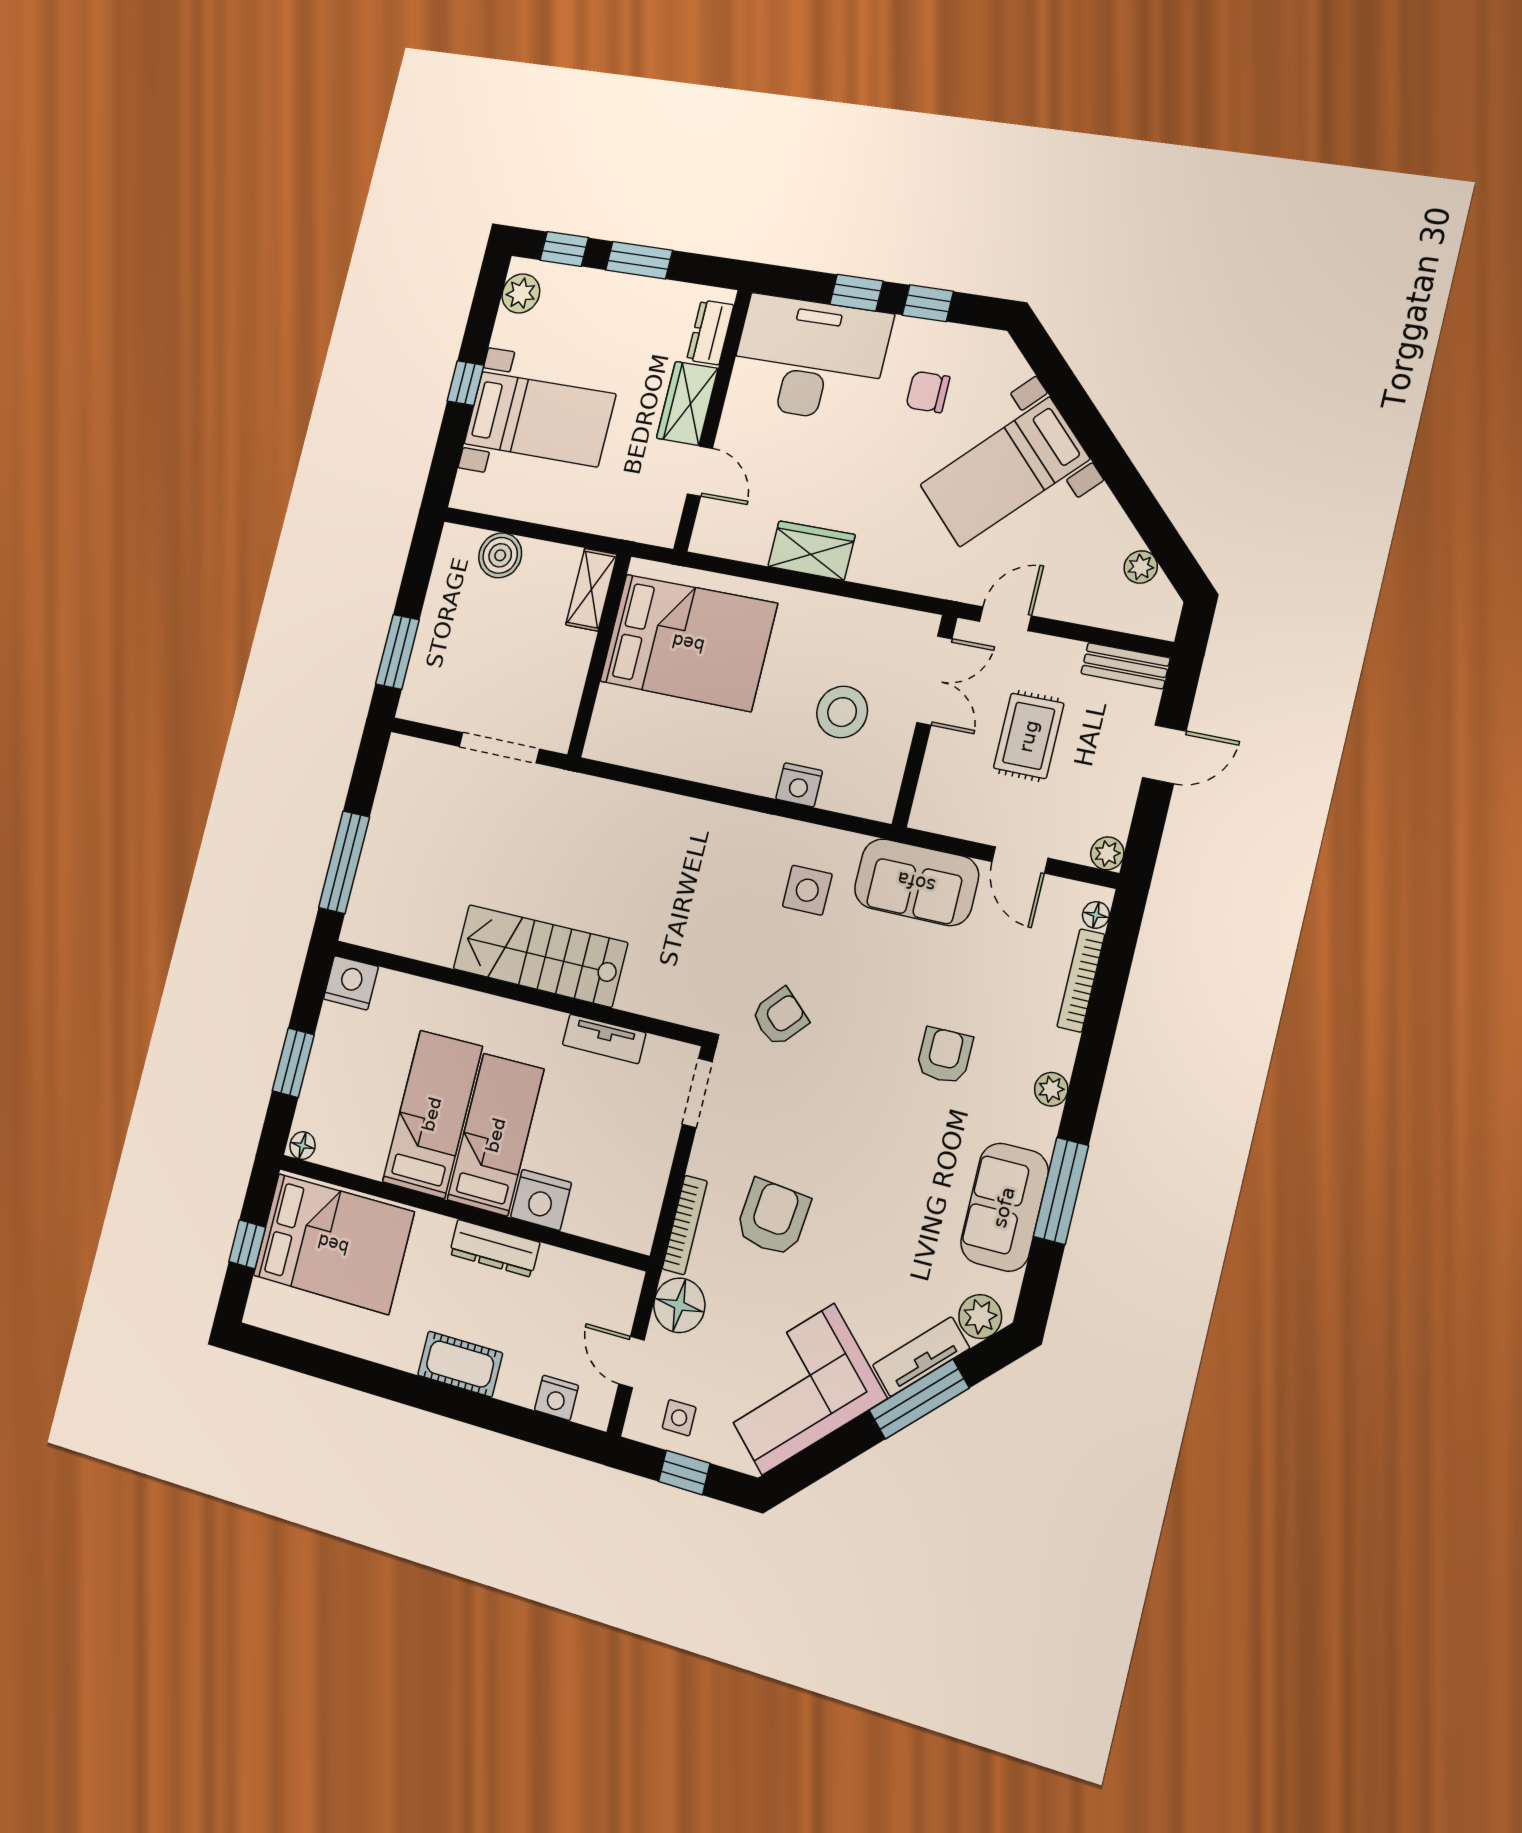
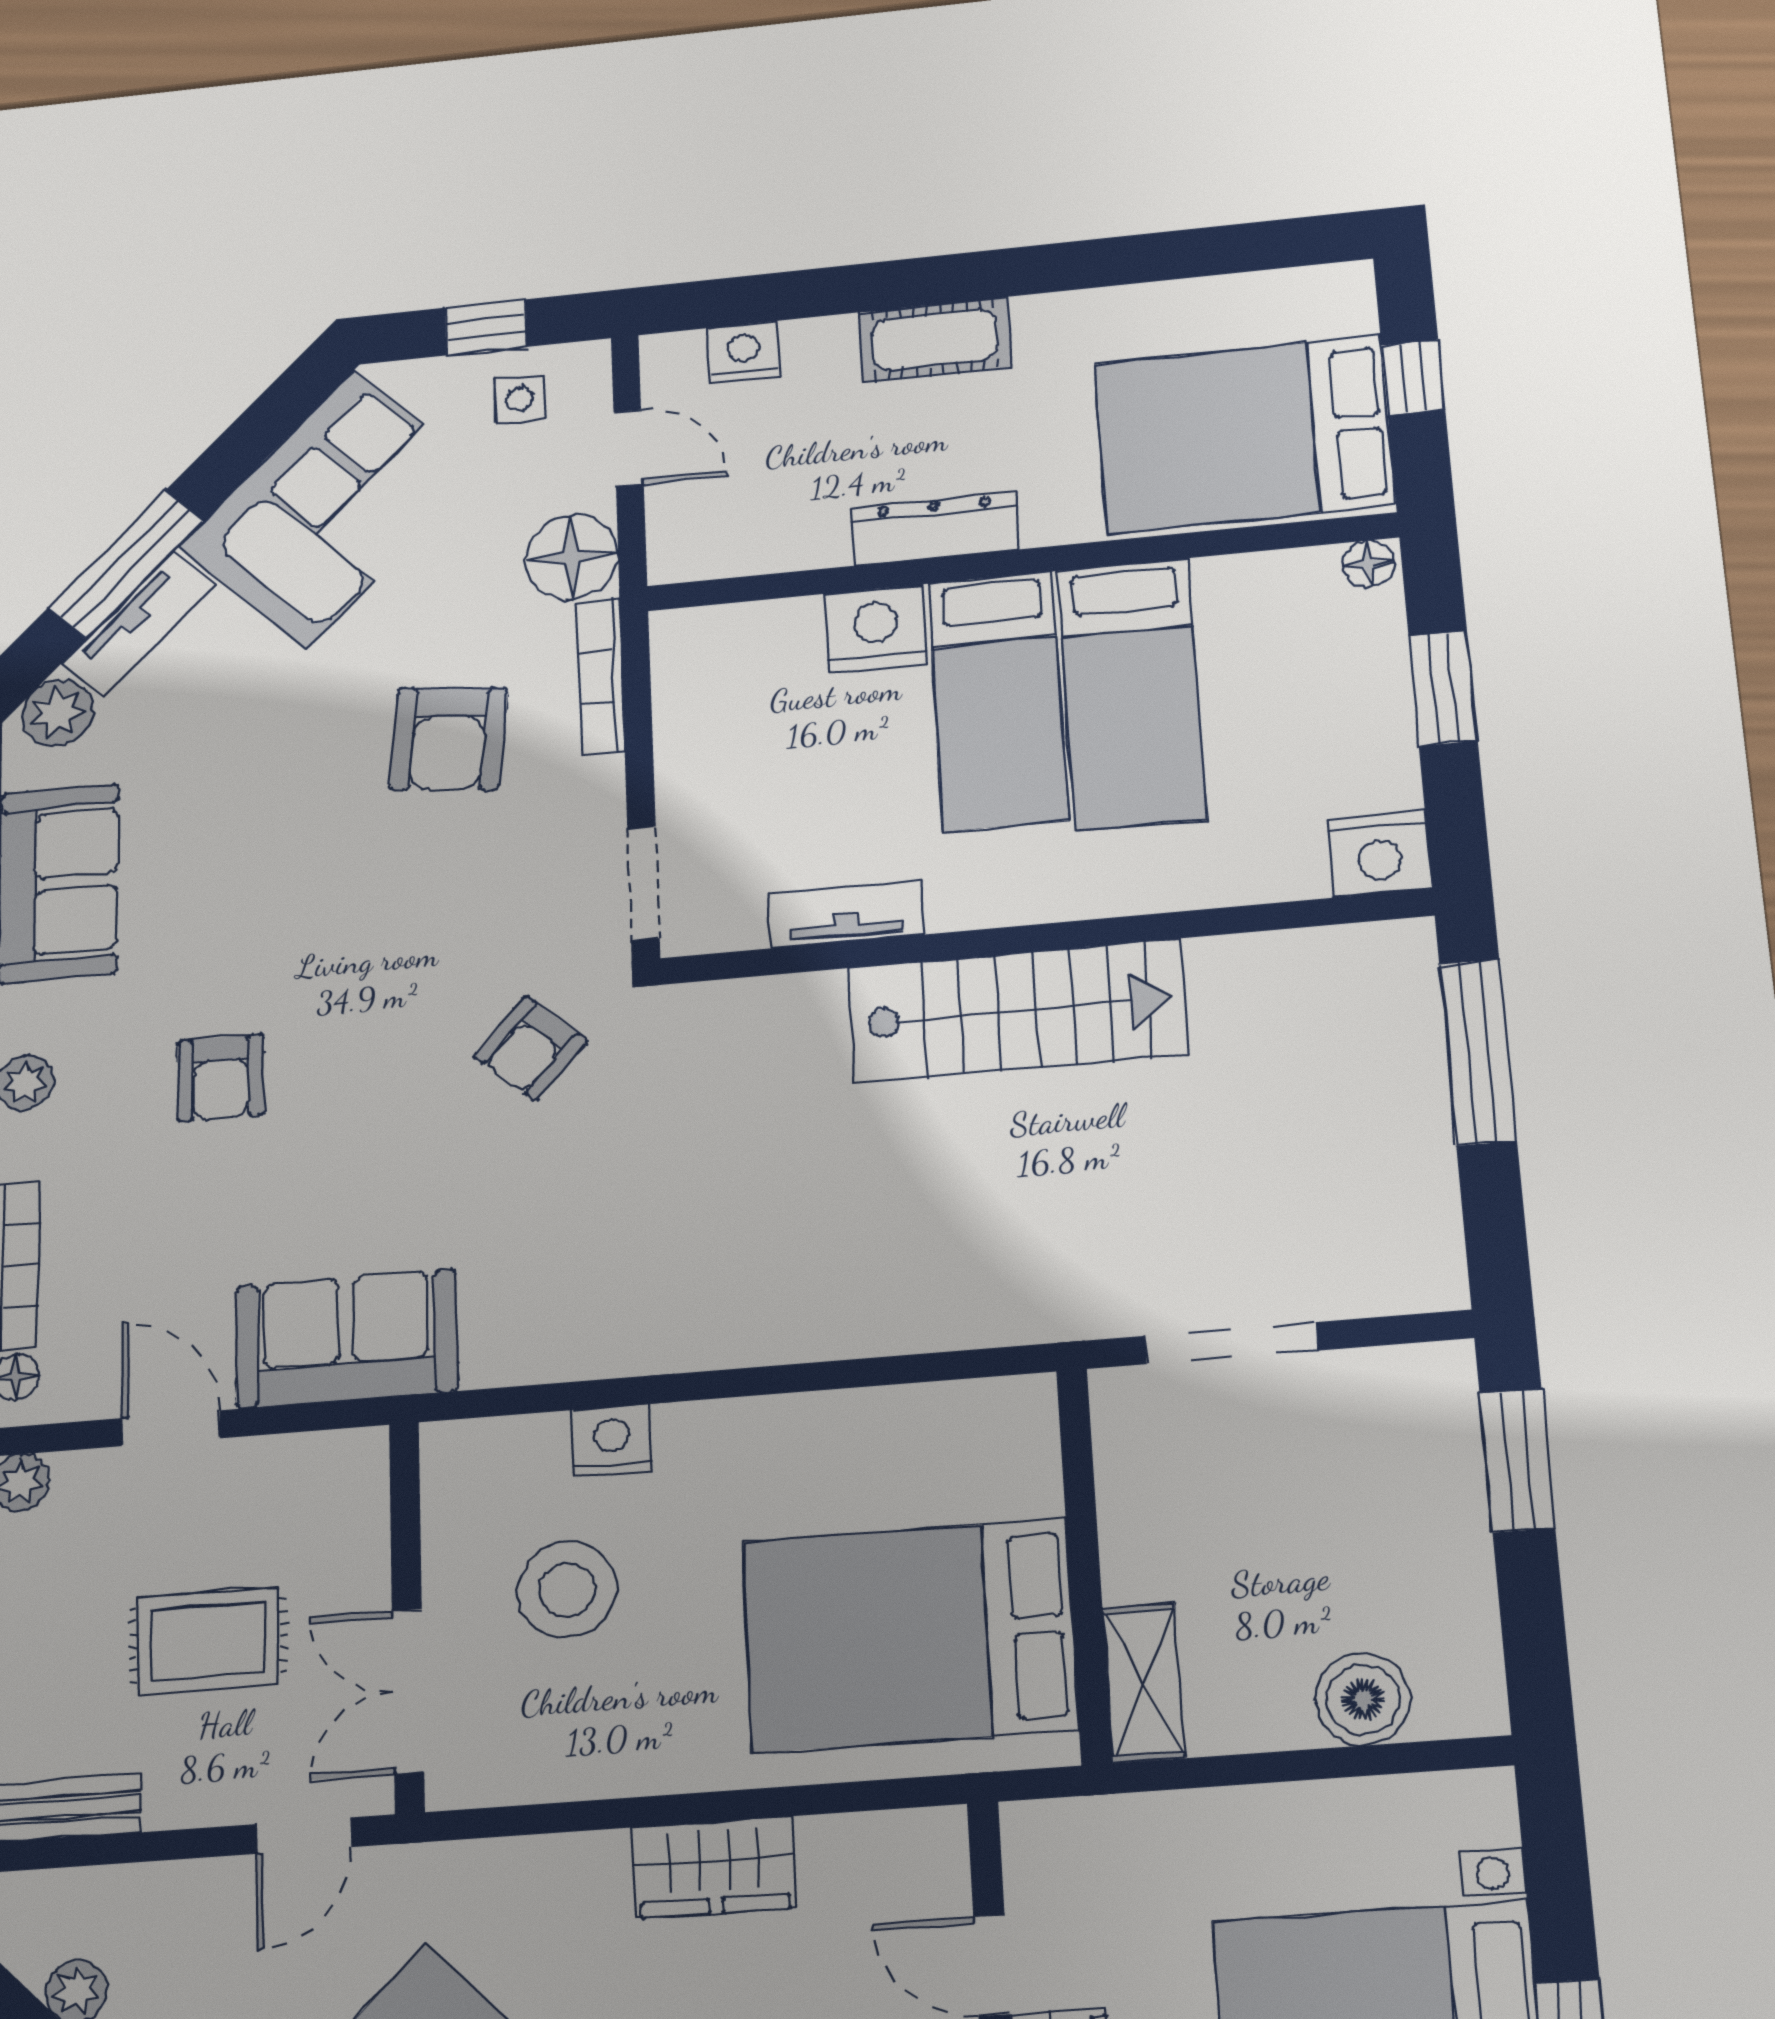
rug: (1029, 736) -> (208, 1641), turned 90
side table: (807, 890) -> (542, 1268), removed

